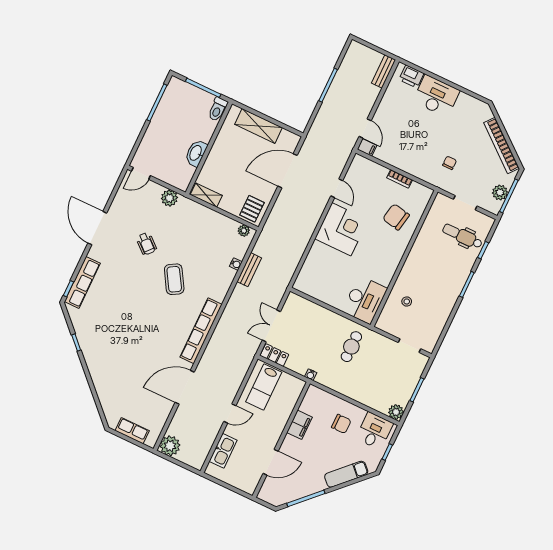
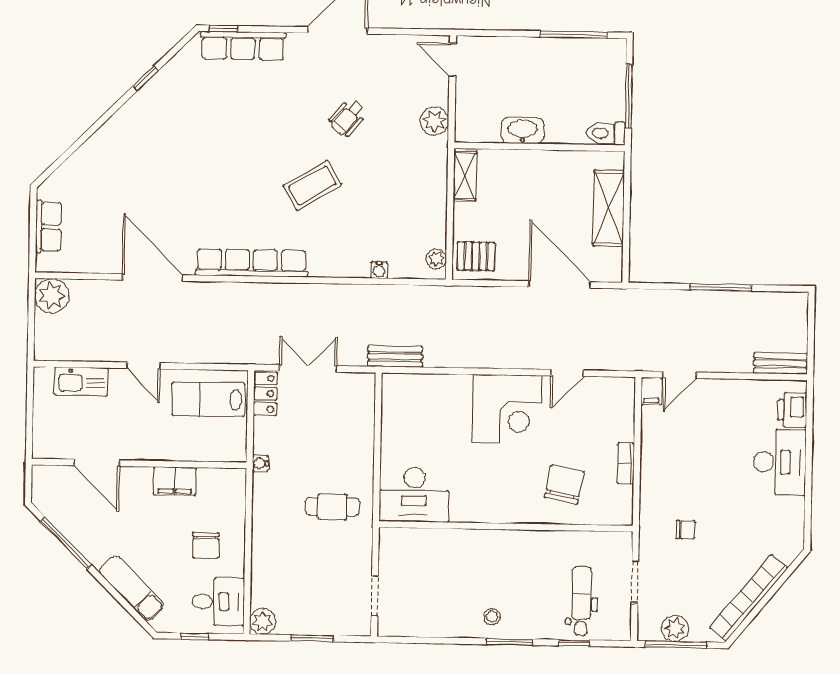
bench: (249, 270) -> (395, 357), moved
stool: (407, 301) -> (492, 617), moved

